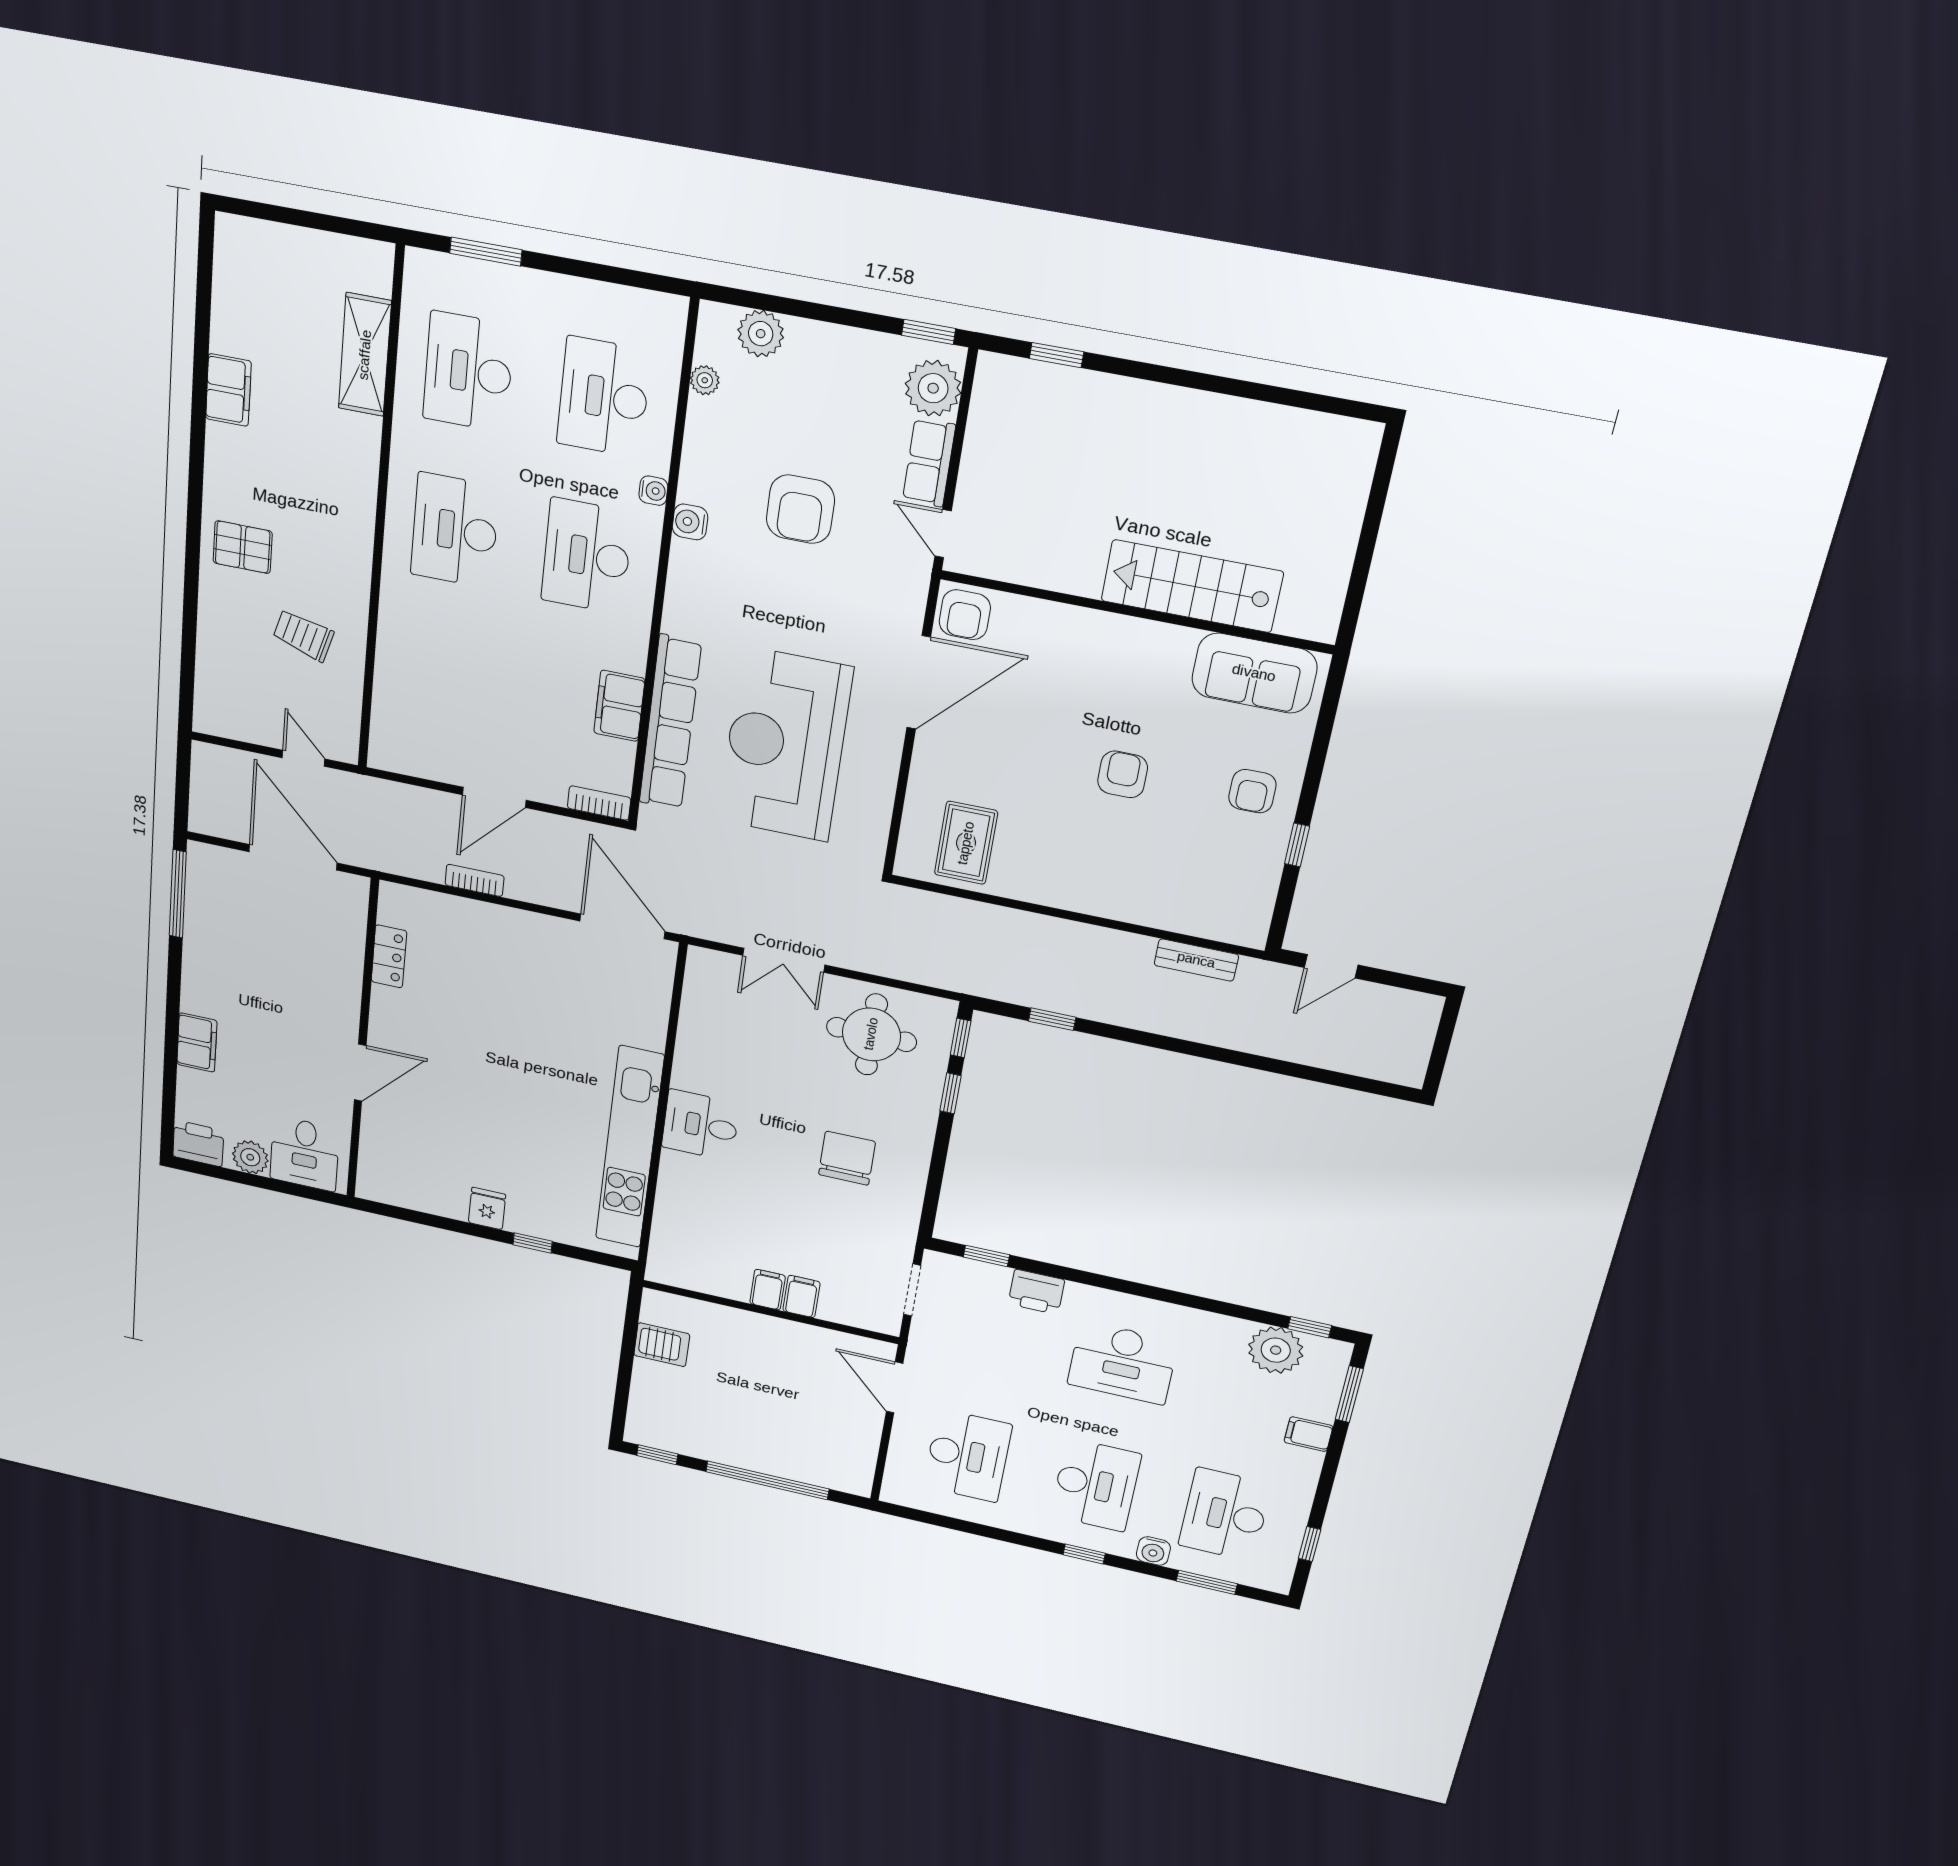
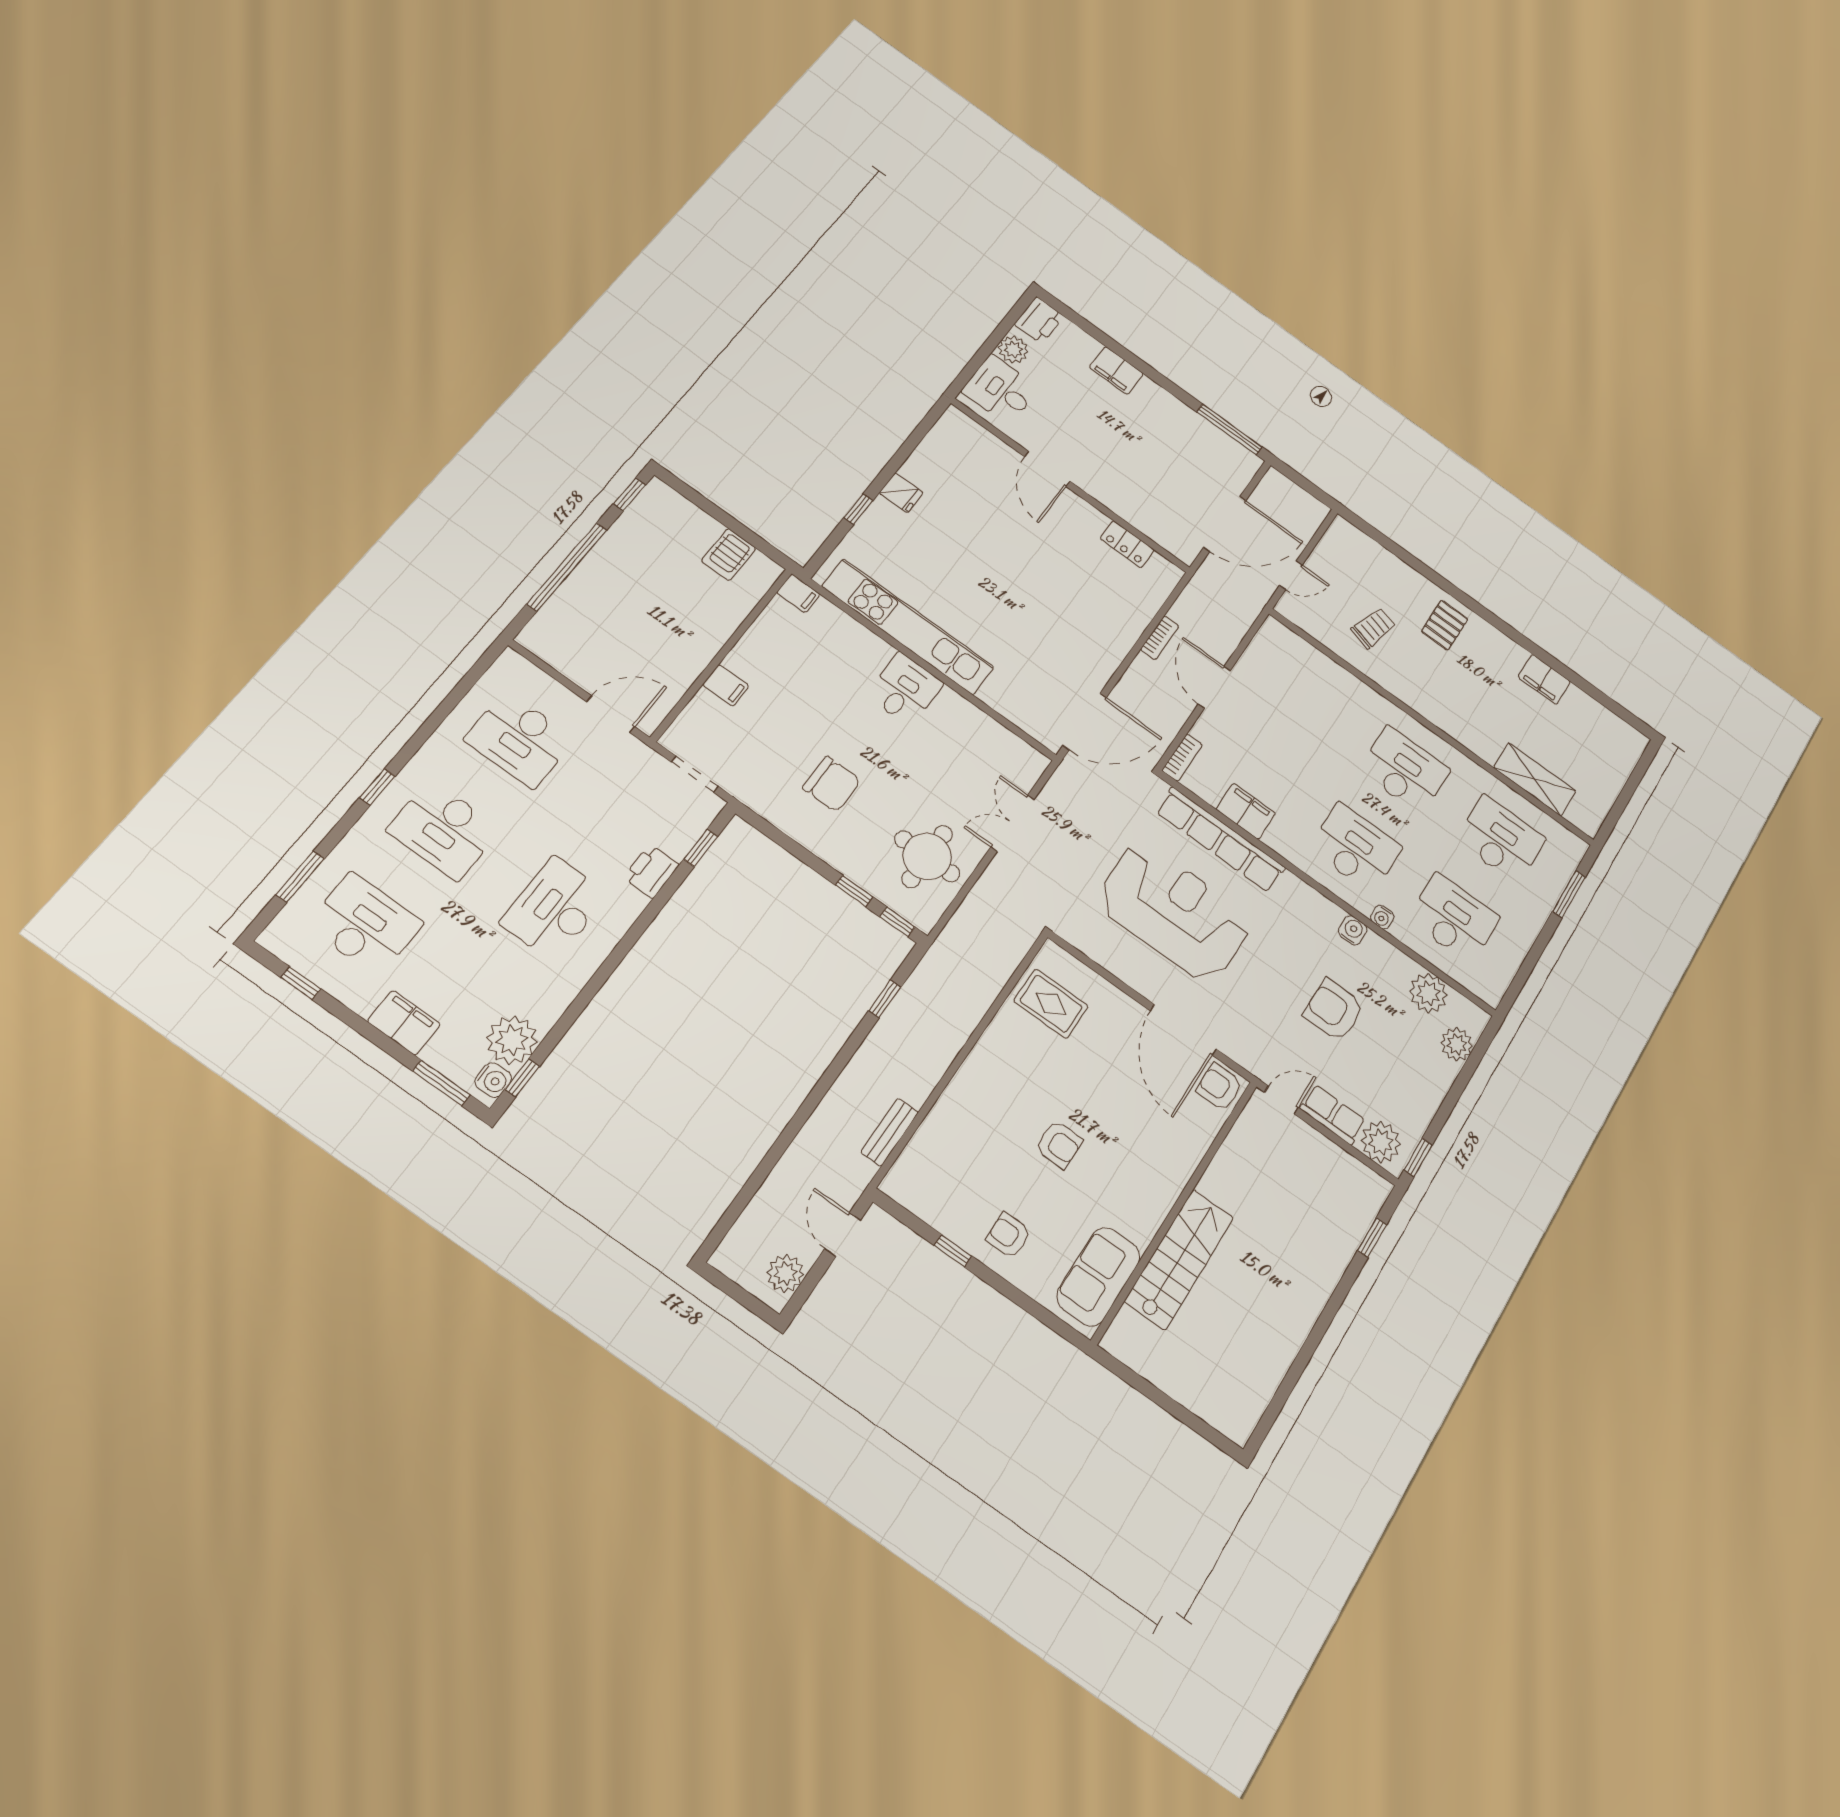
plant: (705, 380) -> (1428, 993), width x1.87, depth x1.87
plant: (1399, 1008) -> (786, 1274), added
filing cabinet: (768, 1290) -> (798, 593), moved
filing cabinet: (1308, 1434) -> (404, 1023), width x2.00
water cooler: (1153, 1551) -> (493, 1080), moved, turned 180

